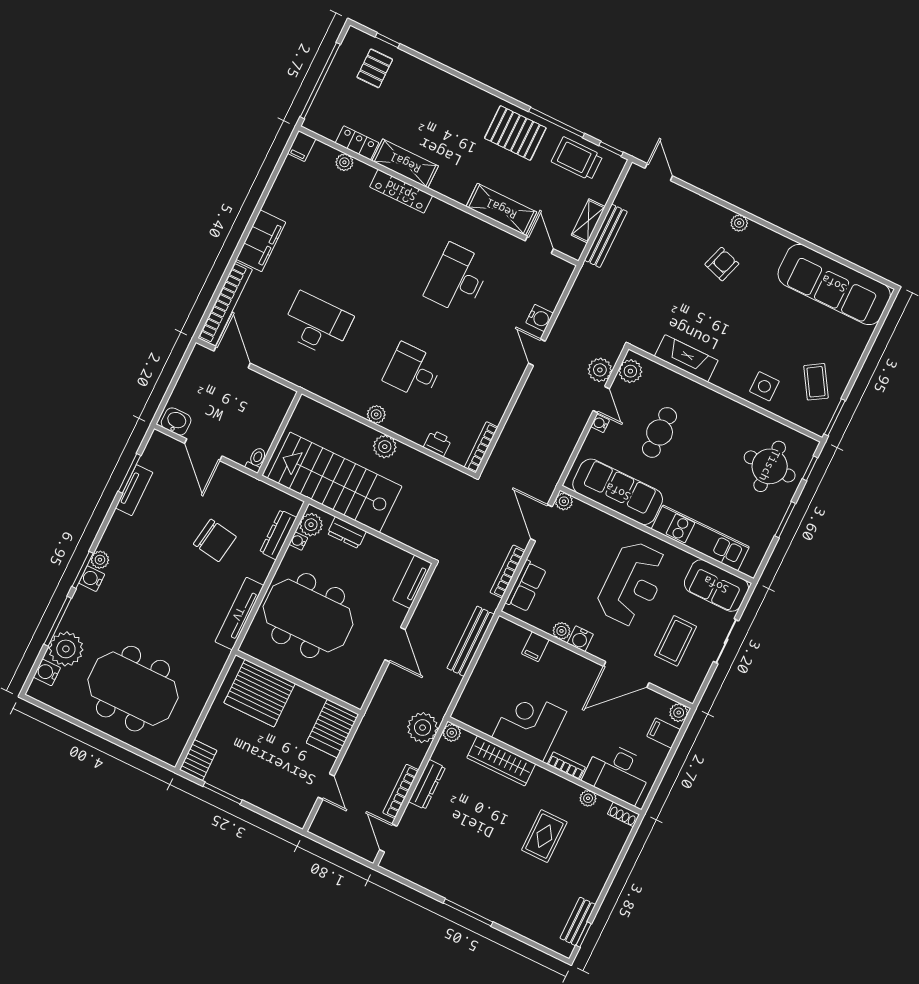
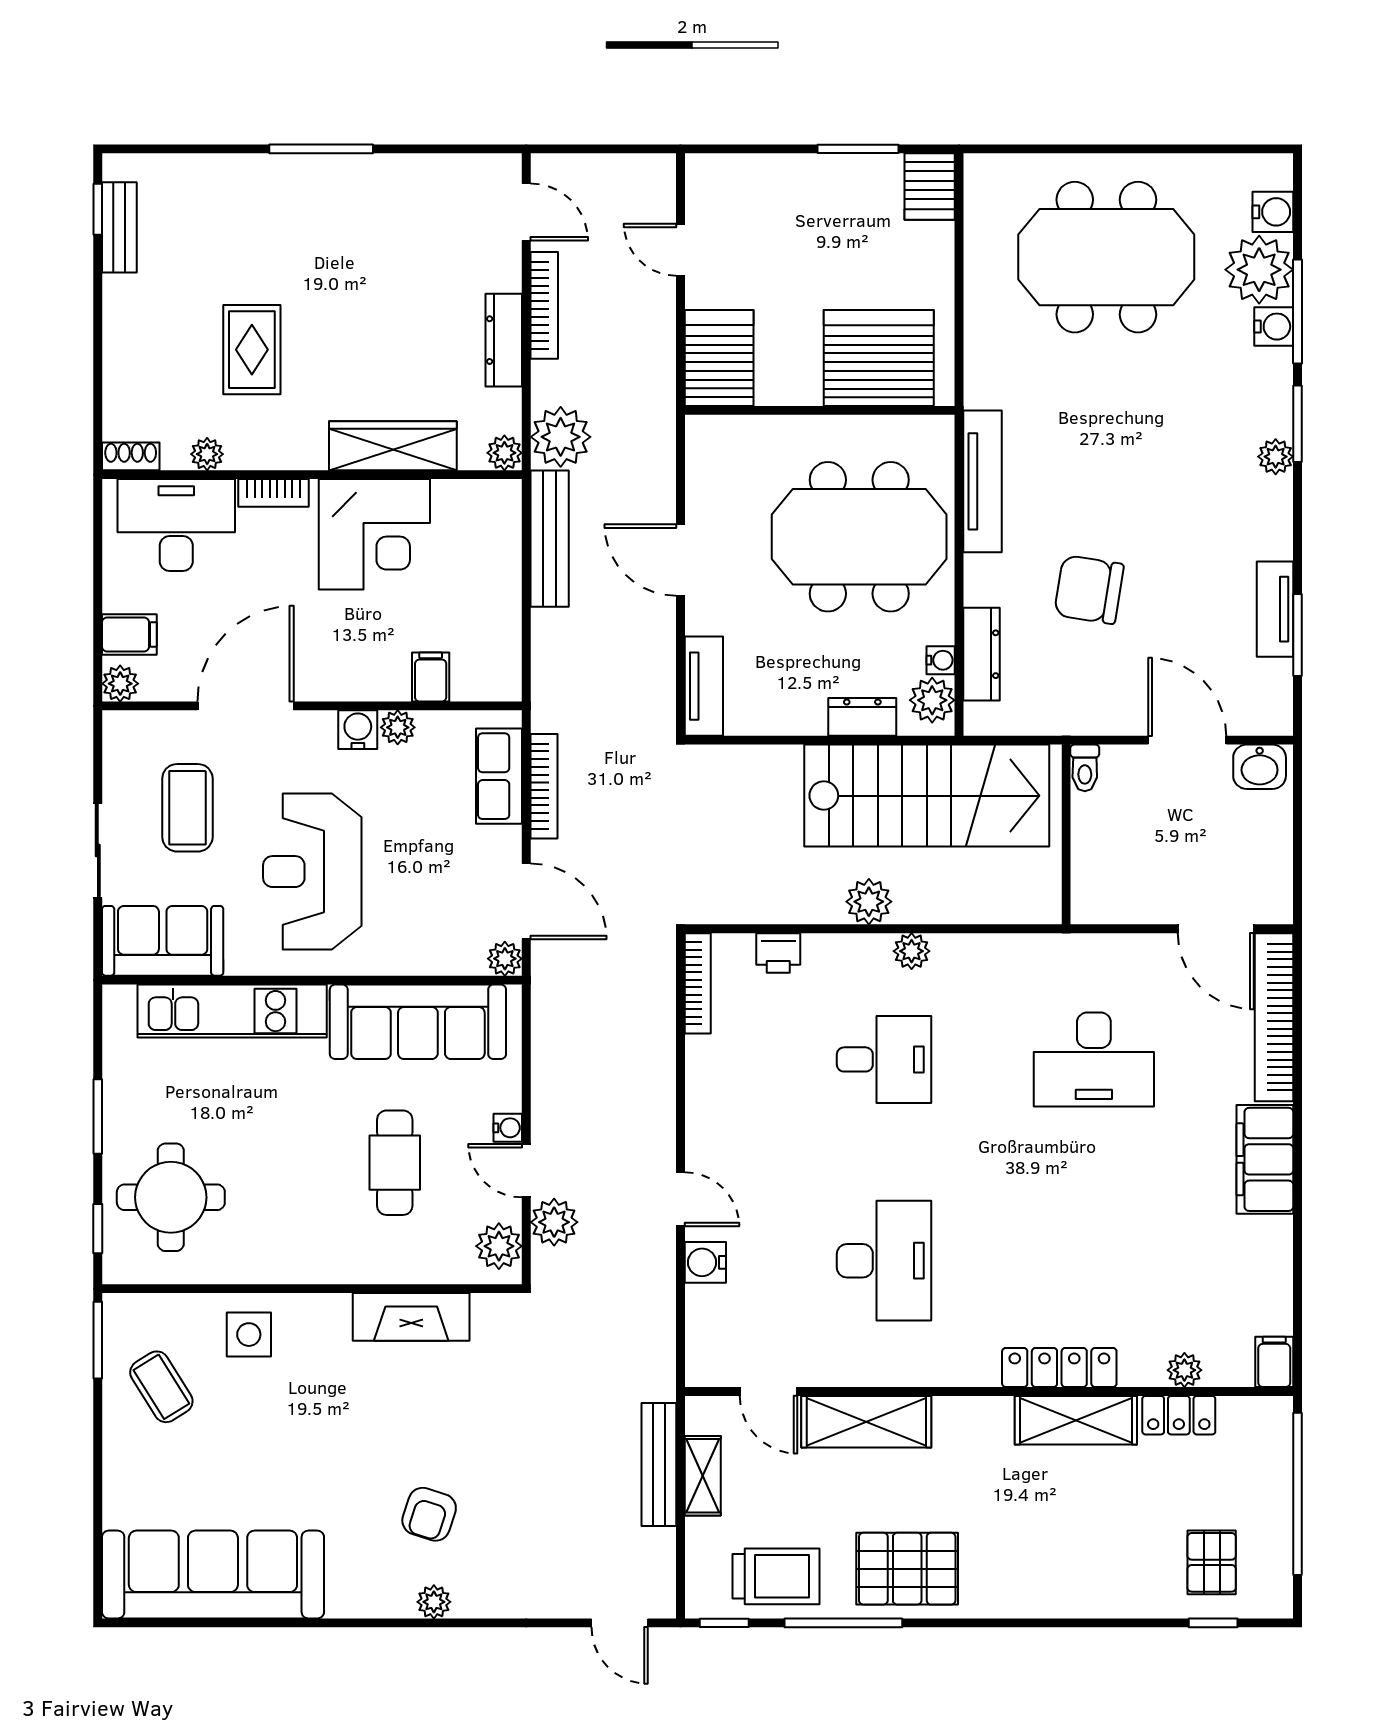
water cooler: (92, 579) -> (1274, 327), moved
bench: (471, 641) -> (550, 539), moved

